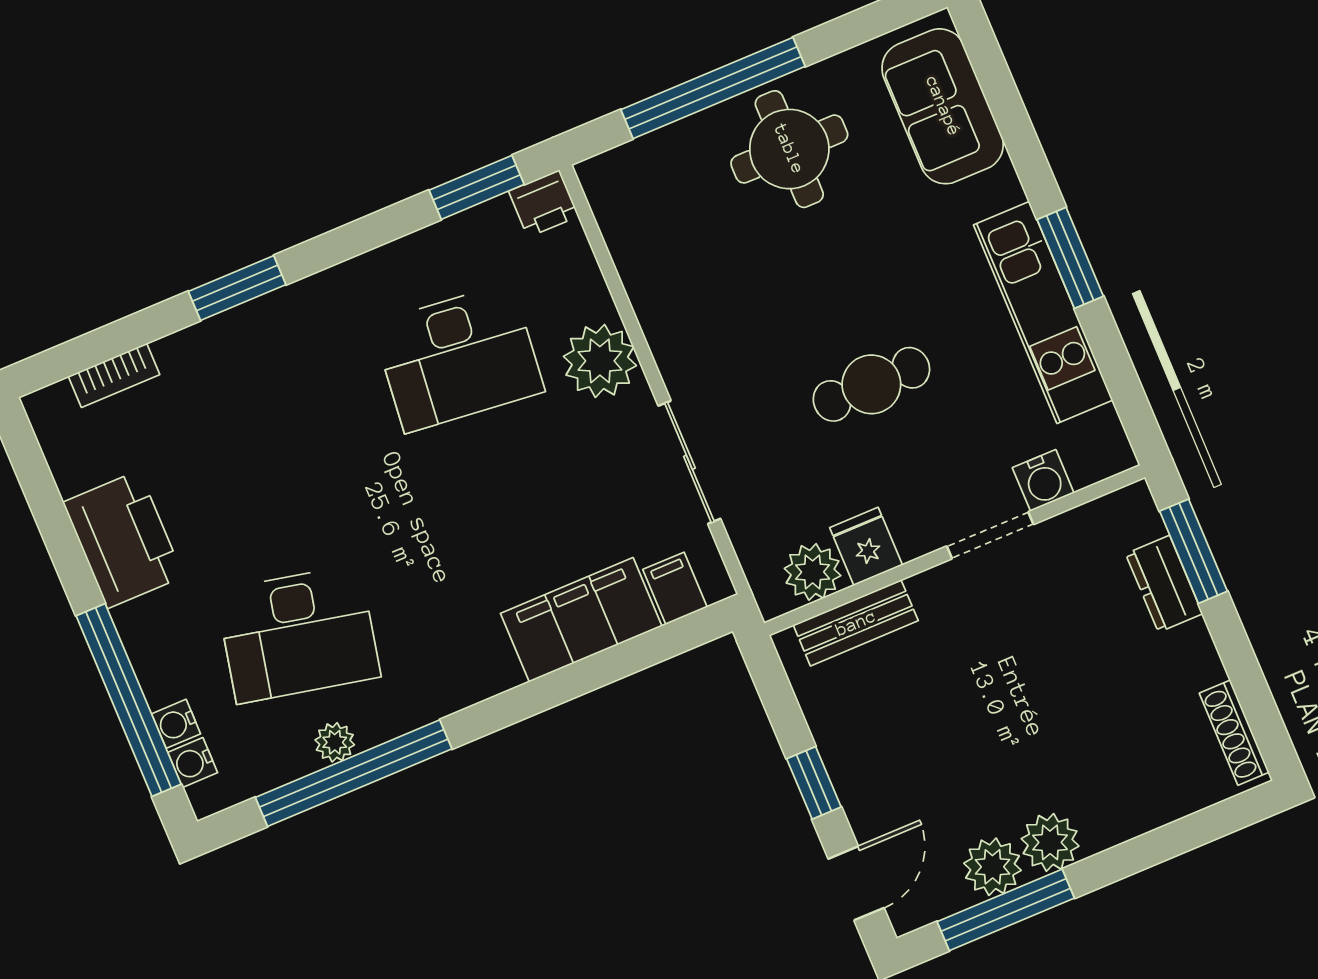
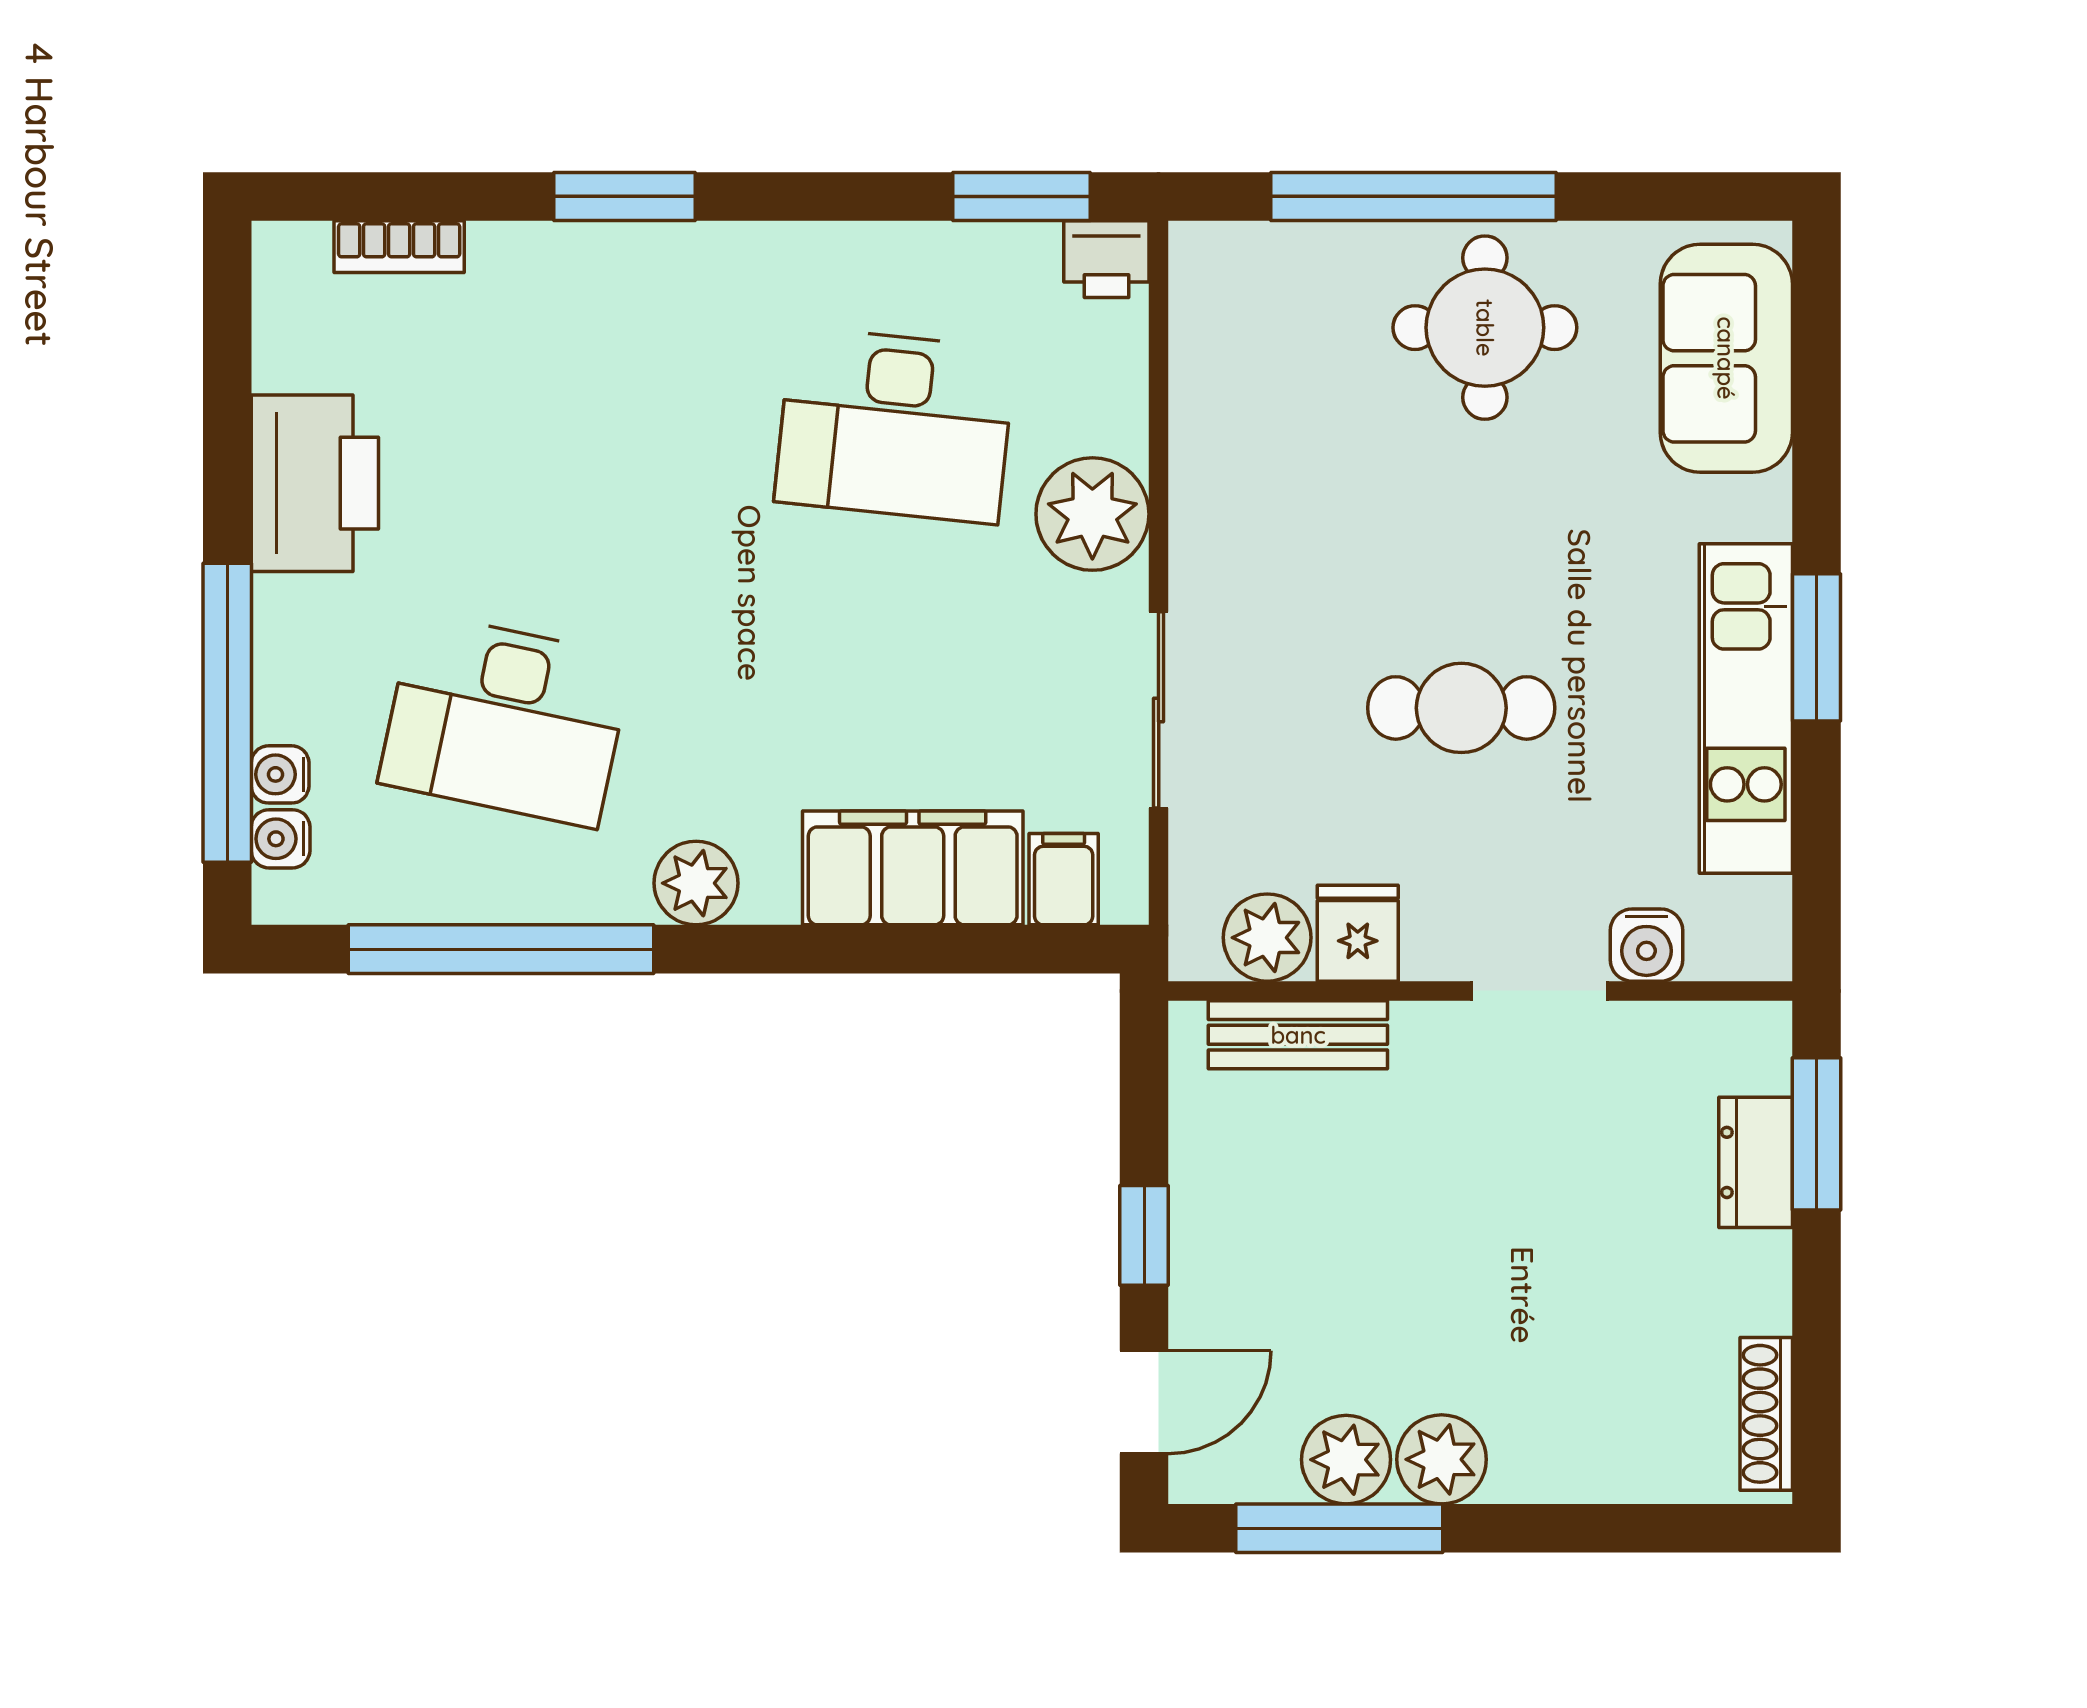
plant: (335, 742) -> (696, 883), moved, width x1.38, depth x1.38

